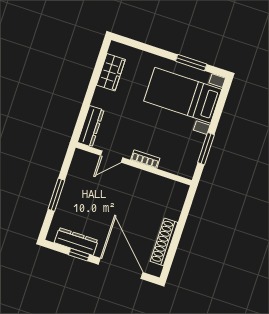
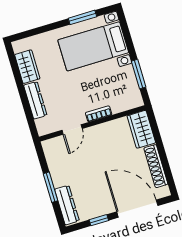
dresser: (91, 126) -> (35, 100), moved
wardrobe: (174, 200) -> (141, 129), added
dresser: (76, 241) -> (67, 205), moved, turned 90

